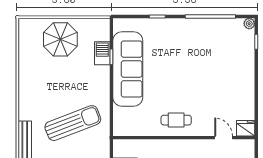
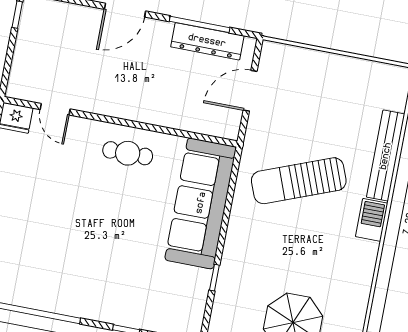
barbecue: (102, 53) -> (372, 220), moved, turned 180
sofa: (128, 69) -> (201, 203), moved

